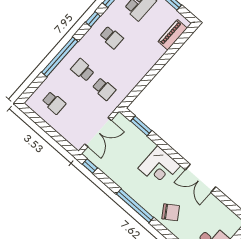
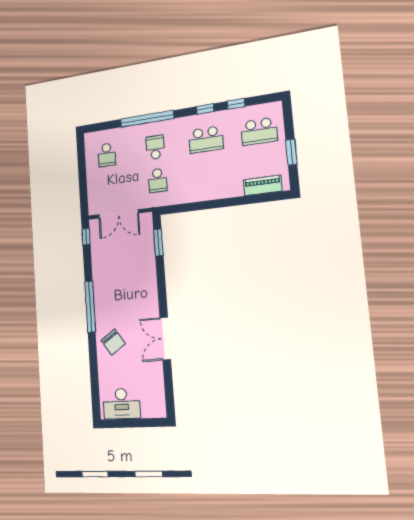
school desk: (111, 37) -> (206, 140), width x1.85
corner desk: (159, 167) -> (140, 293), removed

